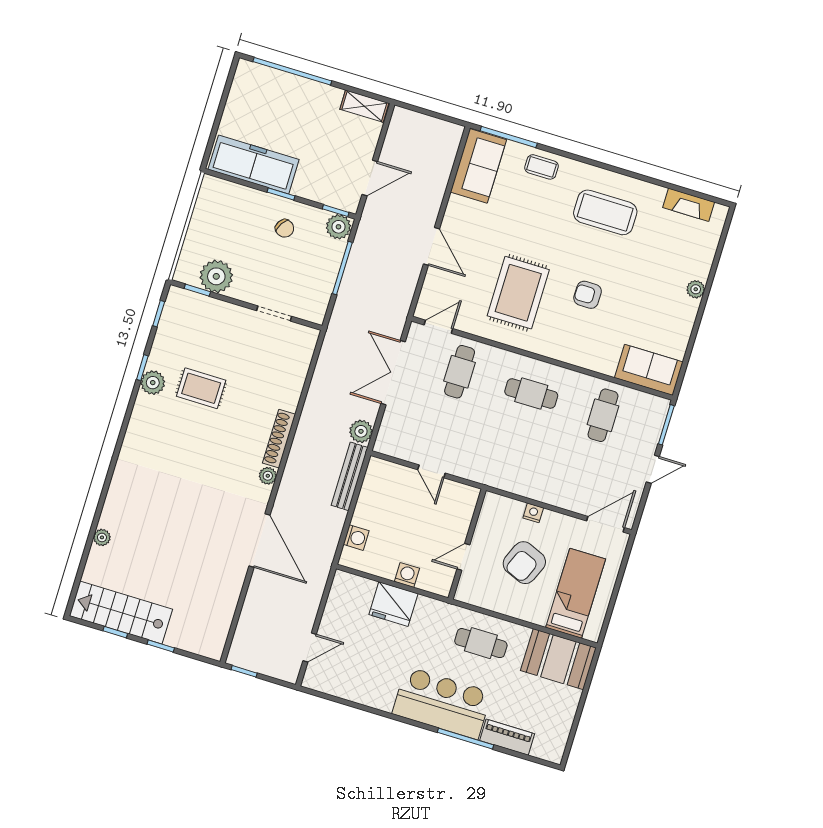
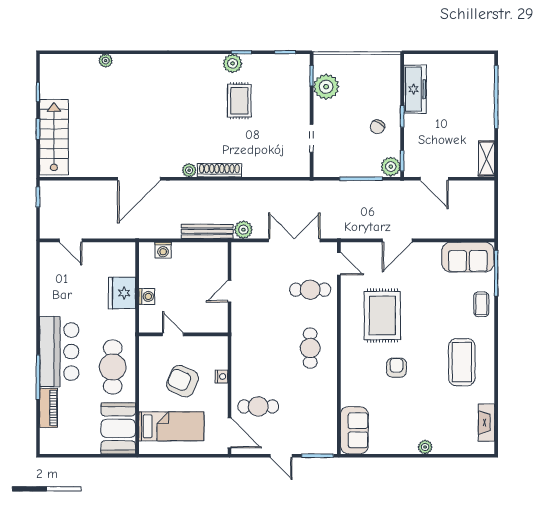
freezer: (254, 164) -> (415, 89), width x0.73, depth x0.79
rug: (518, 293) -> (382, 315), turned 90
cafe table: (603, 415) -> (258, 406), moved
stairs: (121, 612) -> (54, 137), moved
cafe table: (481, 643) -> (113, 367), width x1.37, depth x1.35

